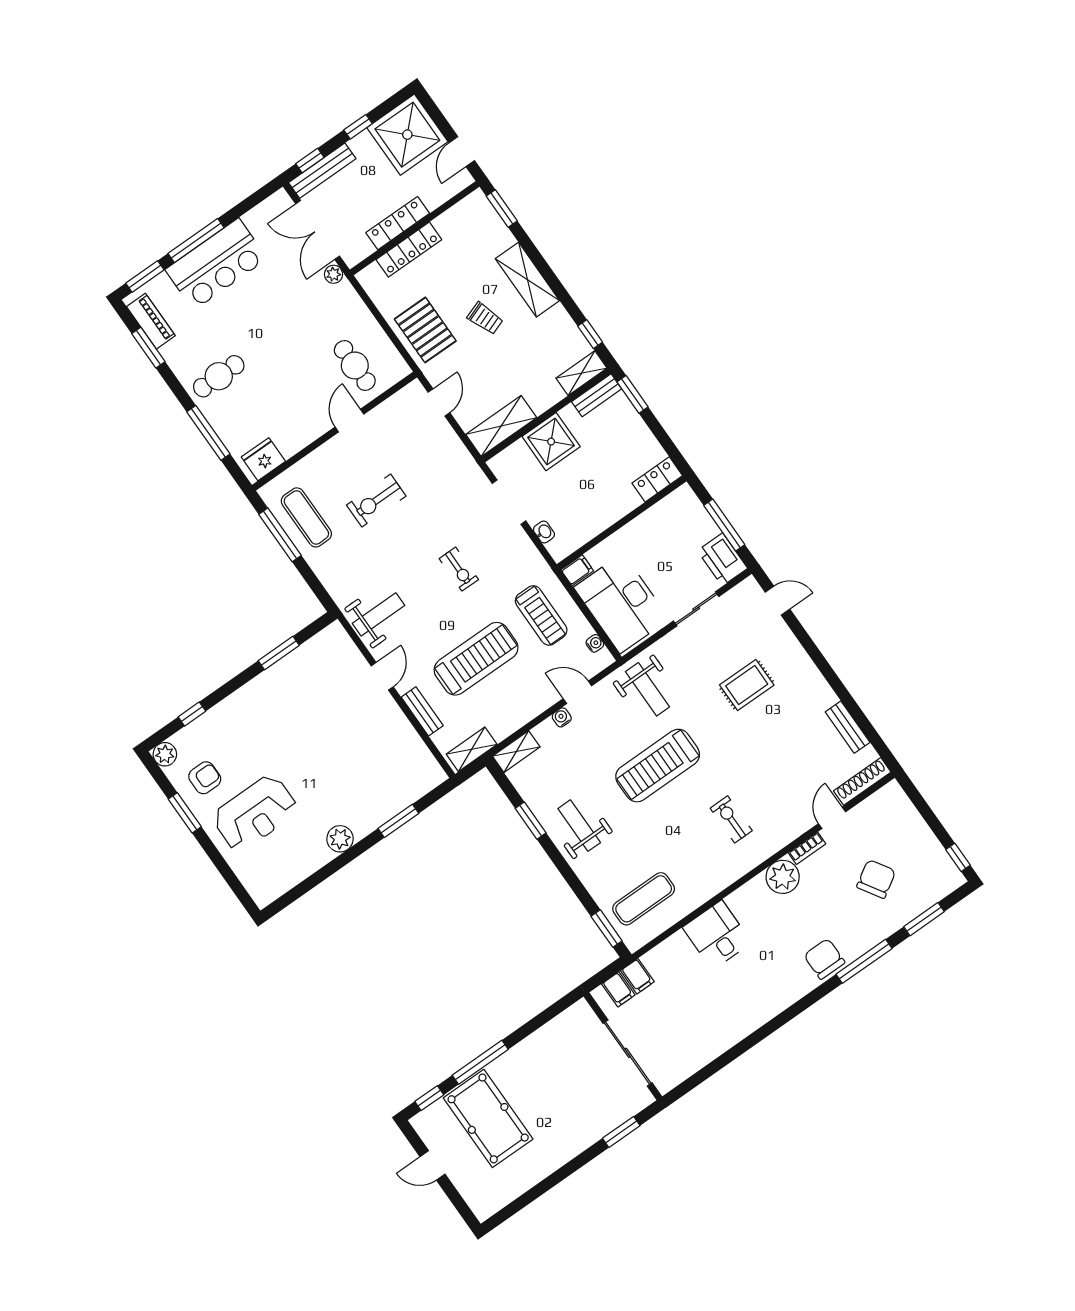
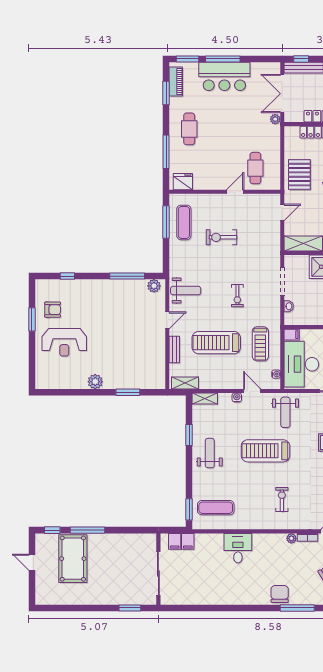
cafe table: (219, 376) -> (189, 129), turned 90
window: (279, 653) -> (127, 276), width x1.44
treadmill: (476, 659) -> (216, 343), turned 180
plant: (165, 754) -> (154, 286), moved
plant: (783, 877) -> (291, 538), width x0.53, depth x0.53

